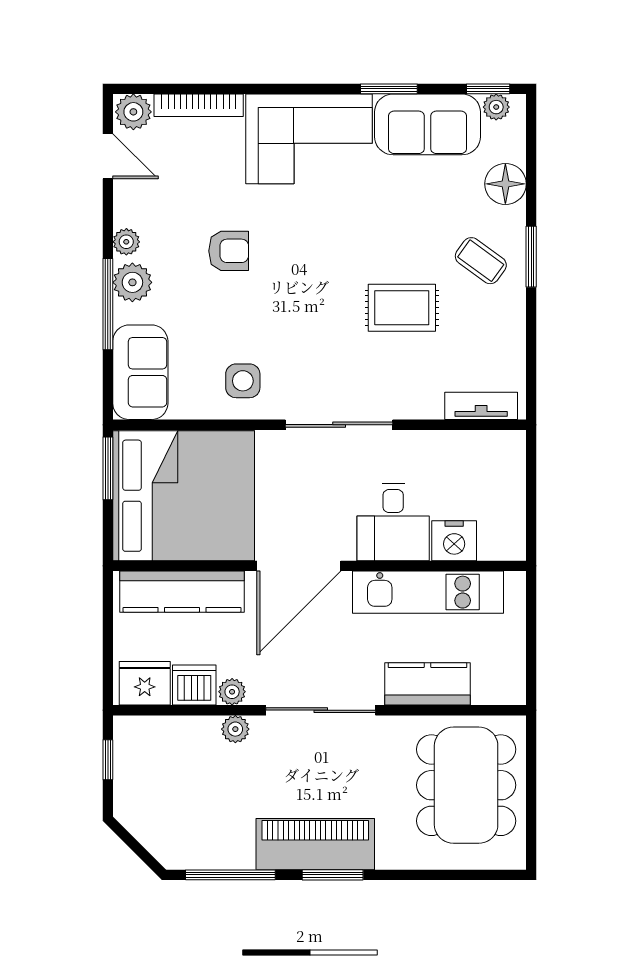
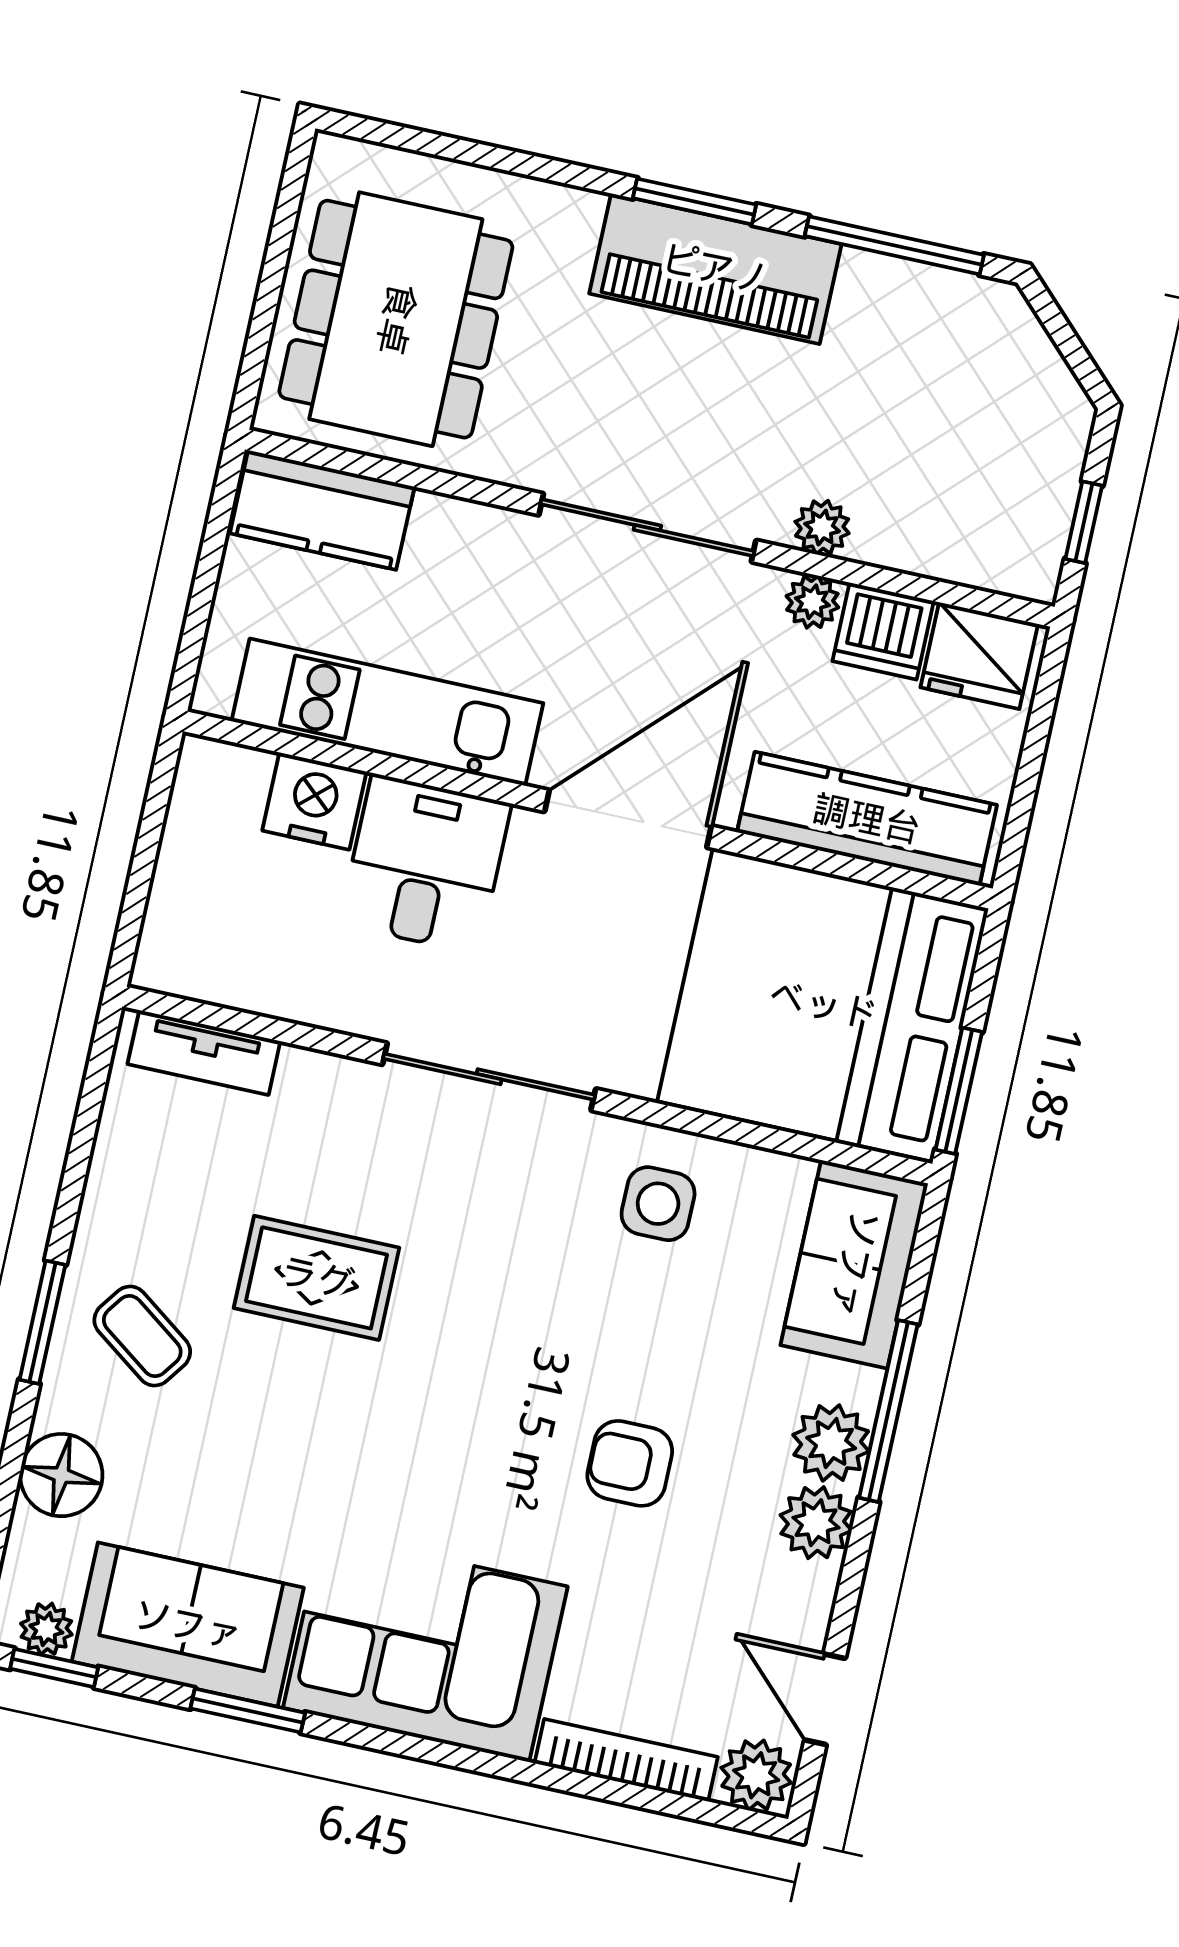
plant: (126, 242) -> (816, 1523), width x1.38, depth x1.38
kitchen counter: (428, 684) -> (322, 510), moved

